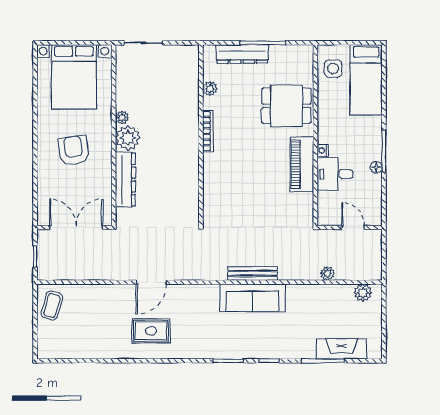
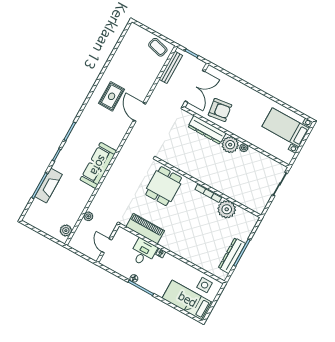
dresser: (242, 54) -> (232, 256), moved
bed with nightstands: (74, 77) -> (286, 127), width x0.73
plant: (210, 89) -> (227, 209), width x1.87, depth x1.87
dining table: (286, 106) -> (164, 186), moved
armchair: (74, 151) -> (220, 110), moved
piano: (302, 164) -> (145, 229), moved
door: (353, 227) -> (107, 246), swing flipped
bench: (253, 274) -> (171, 67), moved
fireplace: (342, 349) -> (49, 186), moved

